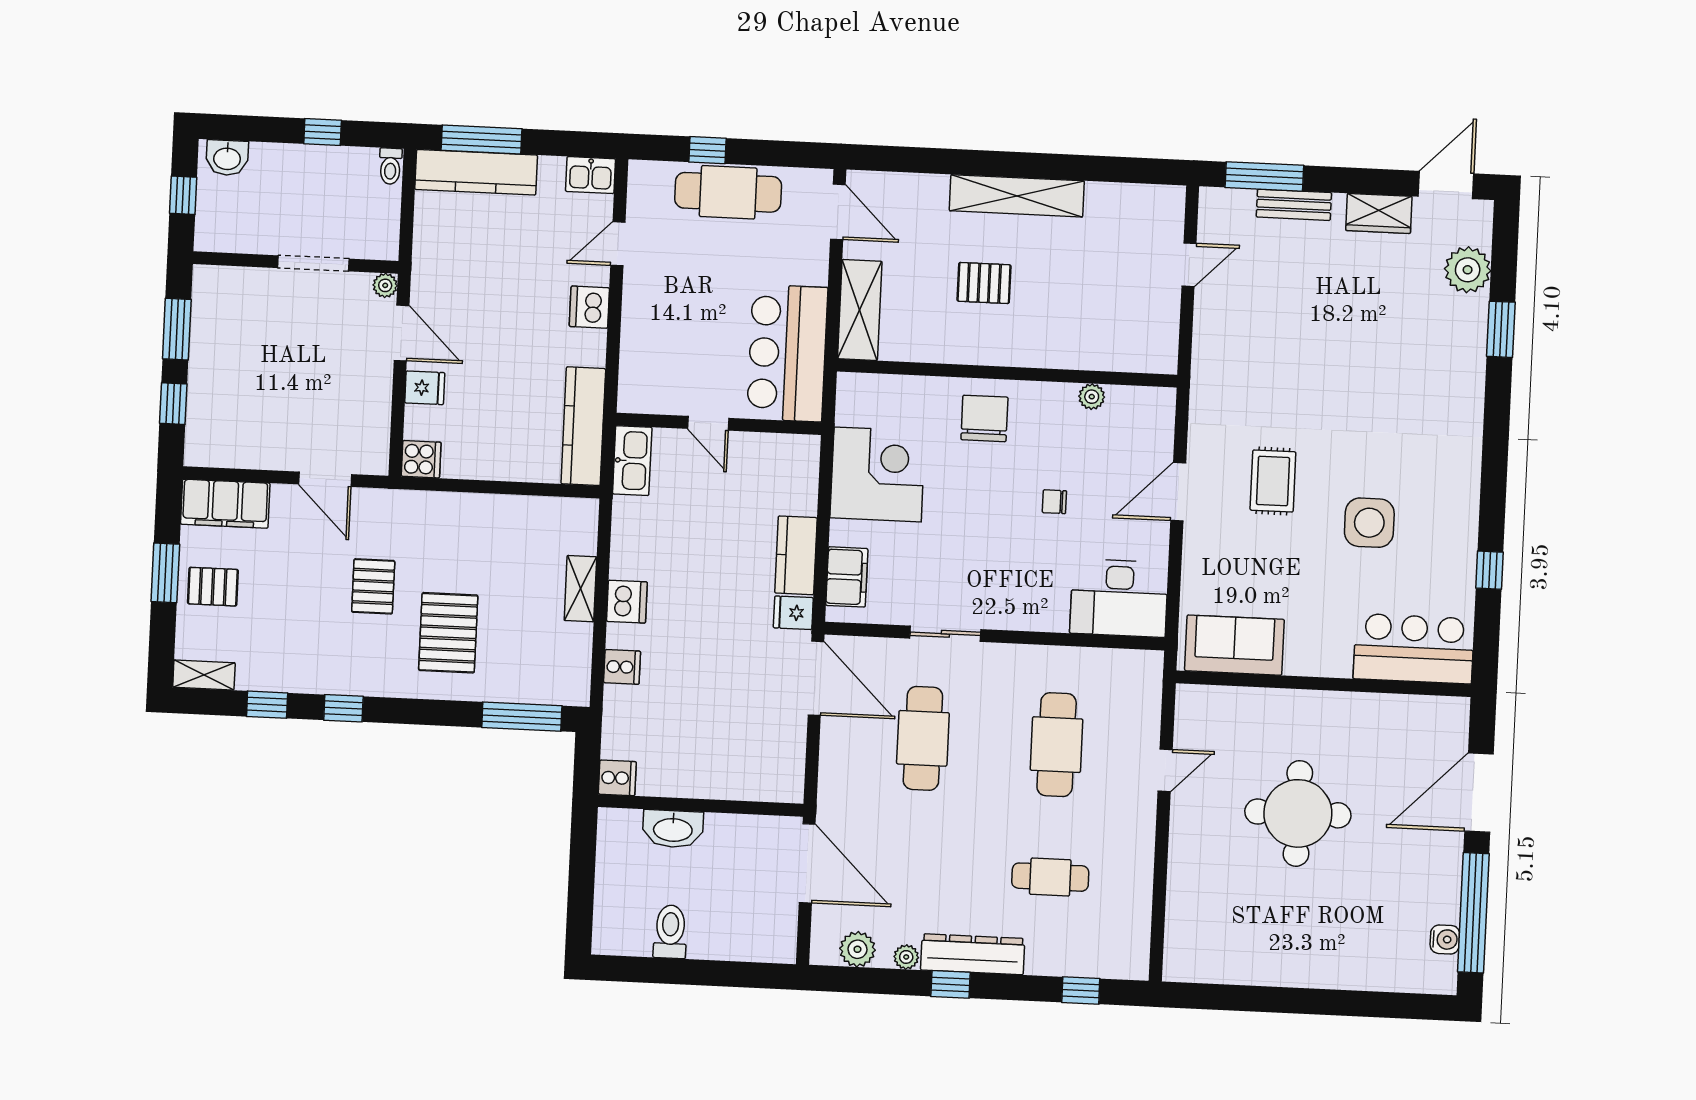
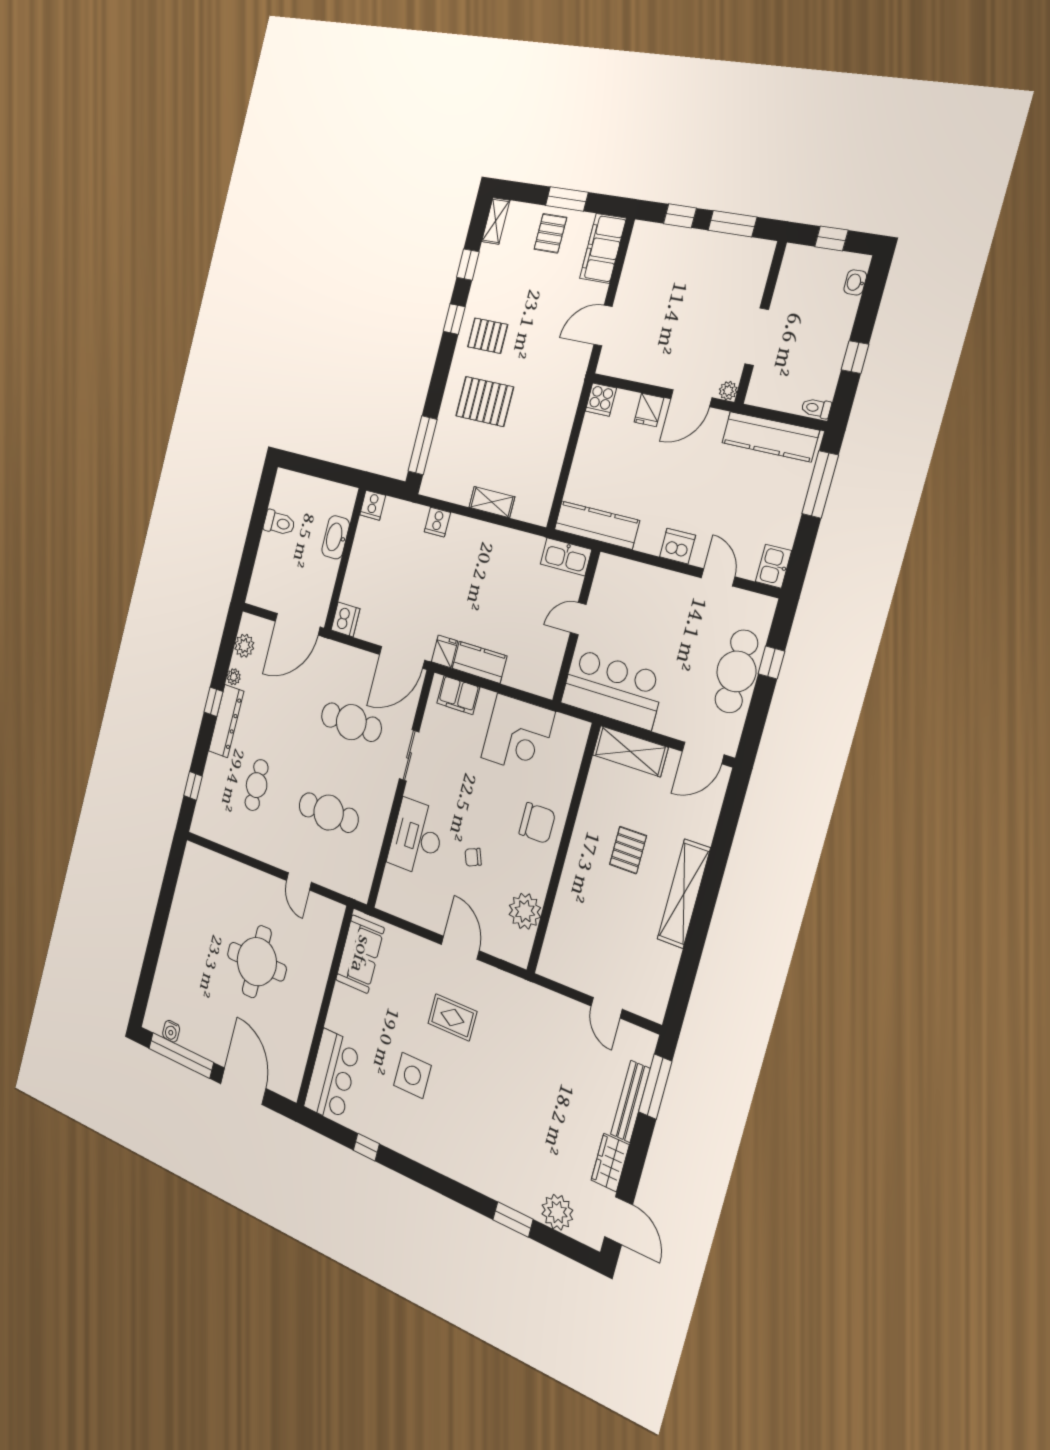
washbasin: (227, 158) -> (855, 282), width x0.72, depth x0.69
kitchen counter: (476, 172) -> (770, 437), moved, turned -90
bench: (1294, 205) -> (630, 1101), width x1.36
plant: (1092, 397) -> (525, 911), width x1.87, depth x1.87
chair: (1054, 502) -> (473, 857), turned -112
pallet: (373, 586) -> (488, 336), moved
desk: (1119, 598) -> (416, 837), moved
dishwasher: (627, 602) -> (345, 619), moved, turned -90

